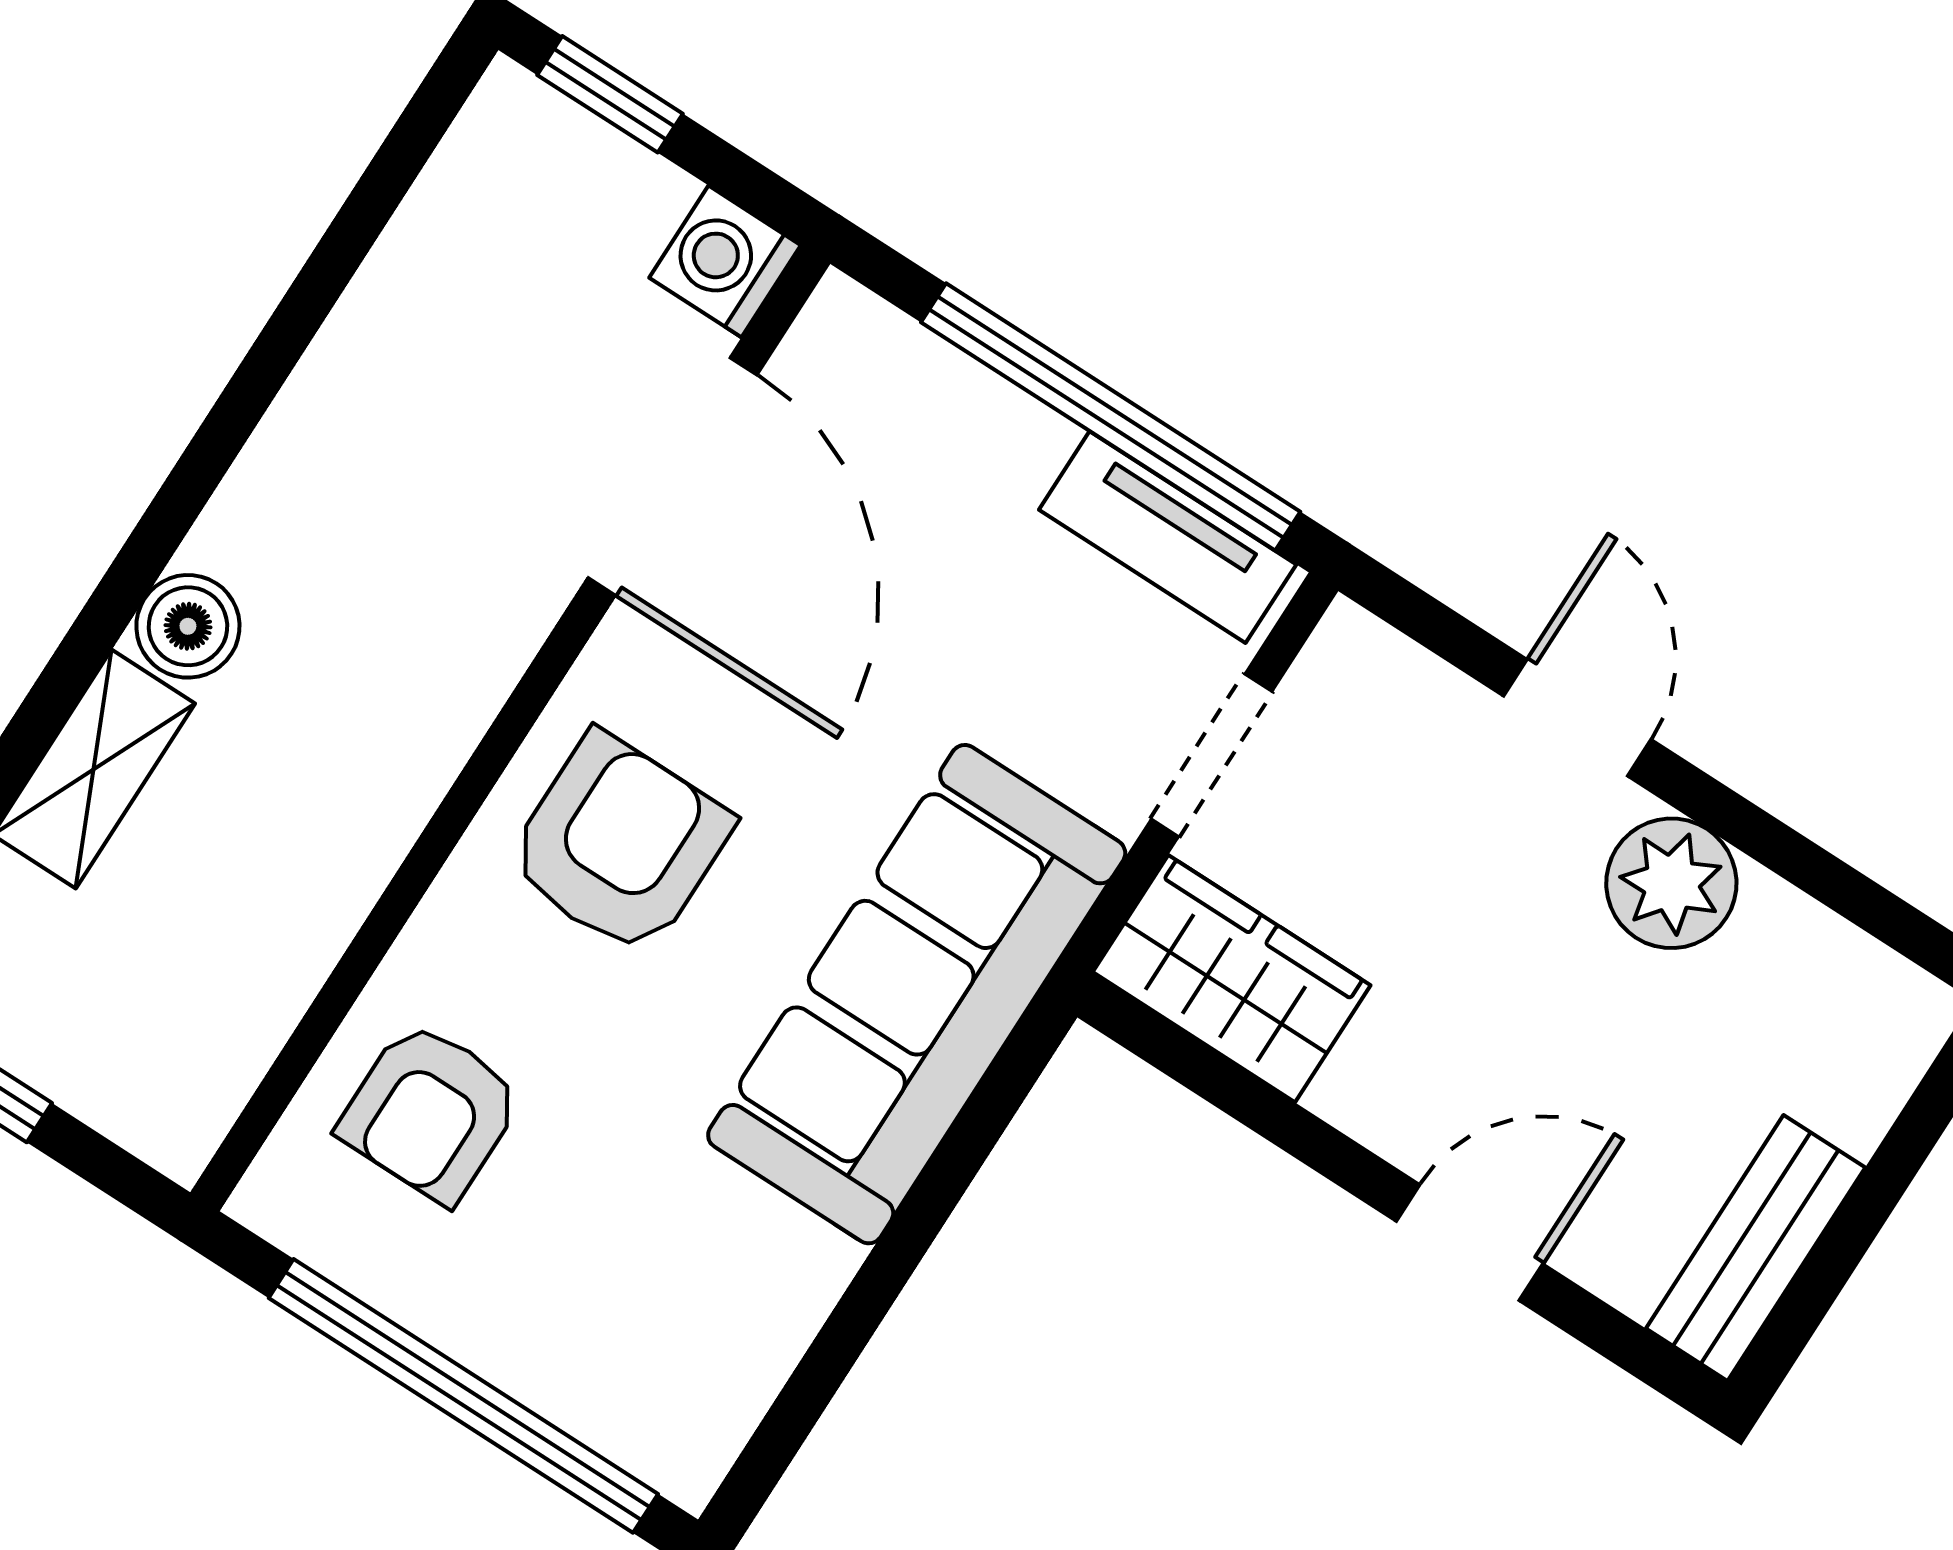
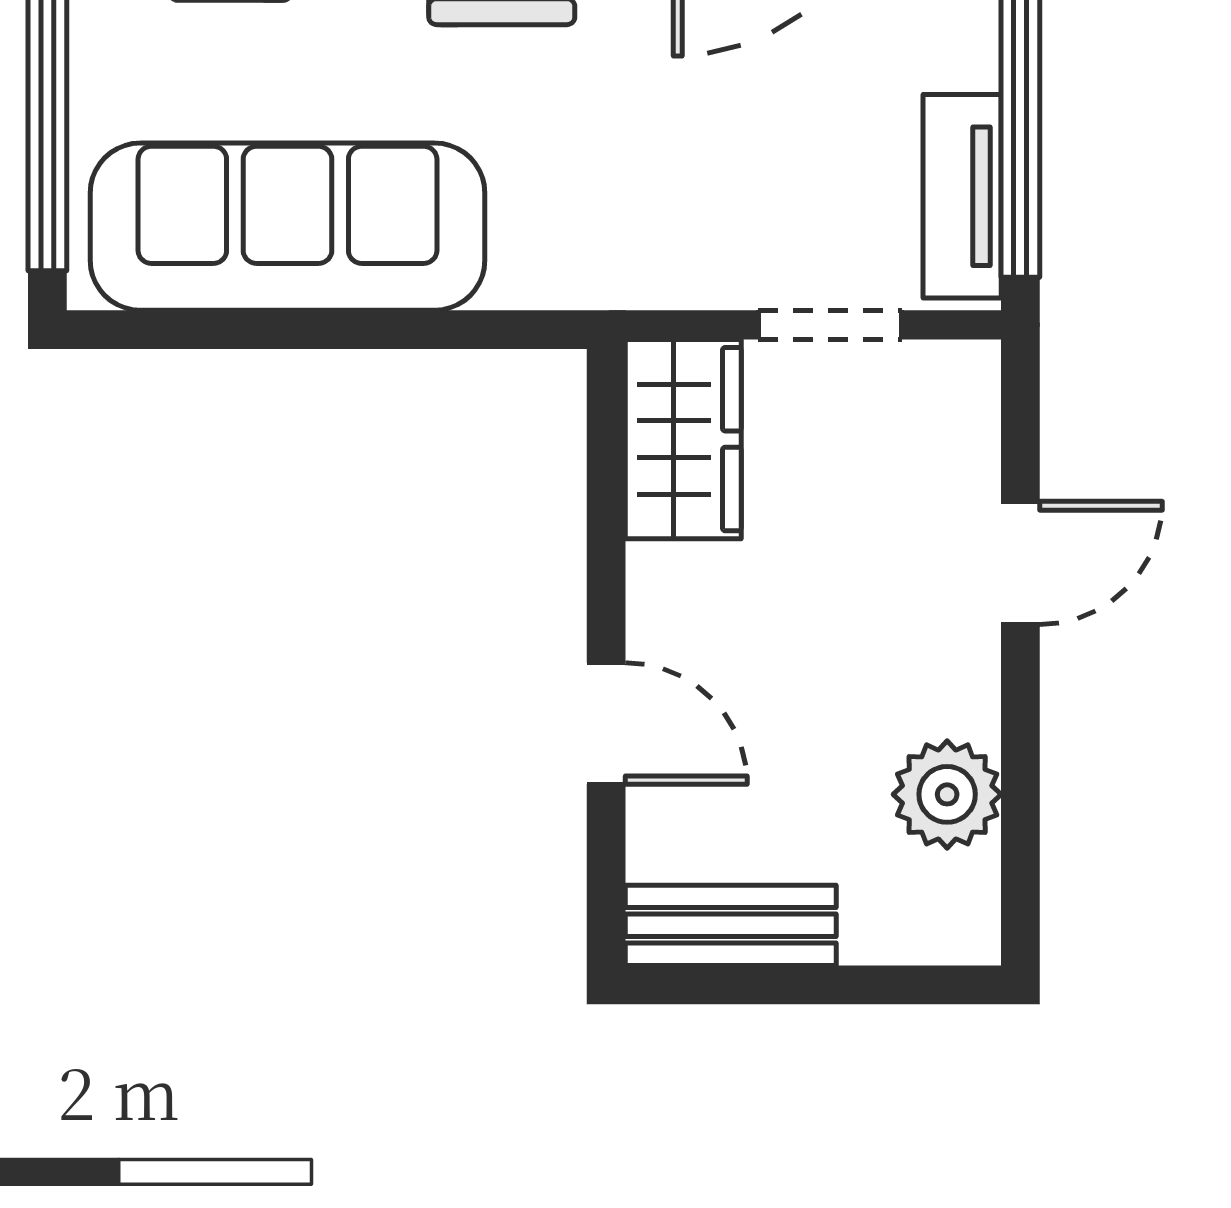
plant: (1671, 883) -> (947, 794), moved
sofa: (917, 994) -> (288, 227), moved

